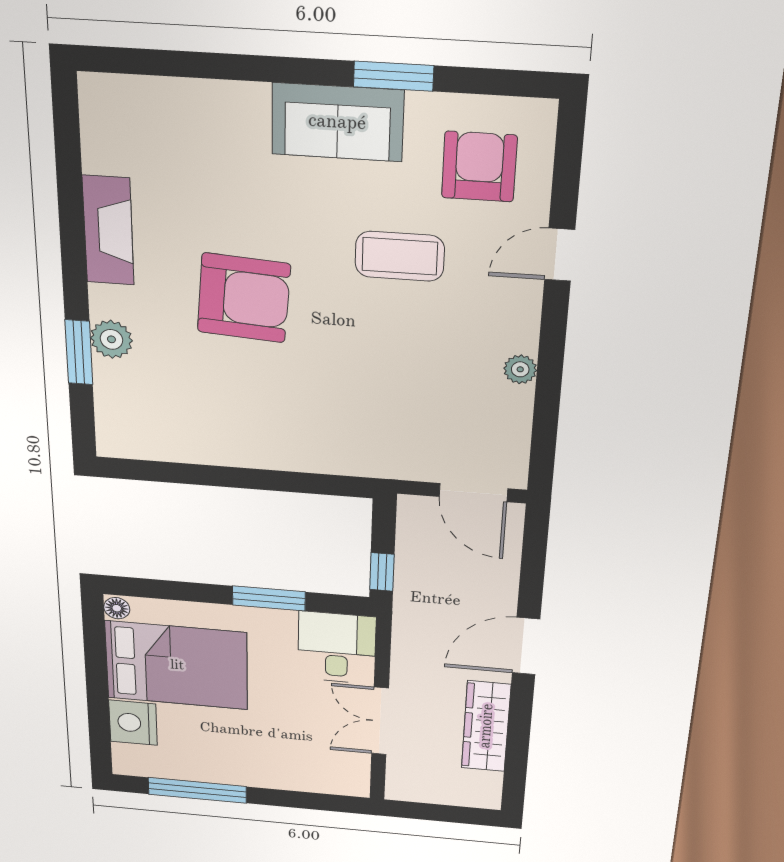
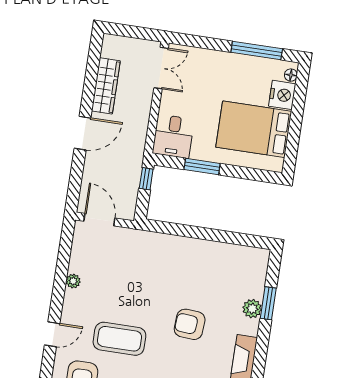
coffee table: (400, 256) -> (119, 339), width x1.36, depth x1.32
armchair: (244, 298) -> (190, 324), width x0.73, depth x0.73
floor lamp: (117, 608) -> (291, 75), moved
double door: (380, 721) -> (161, 68), moved

